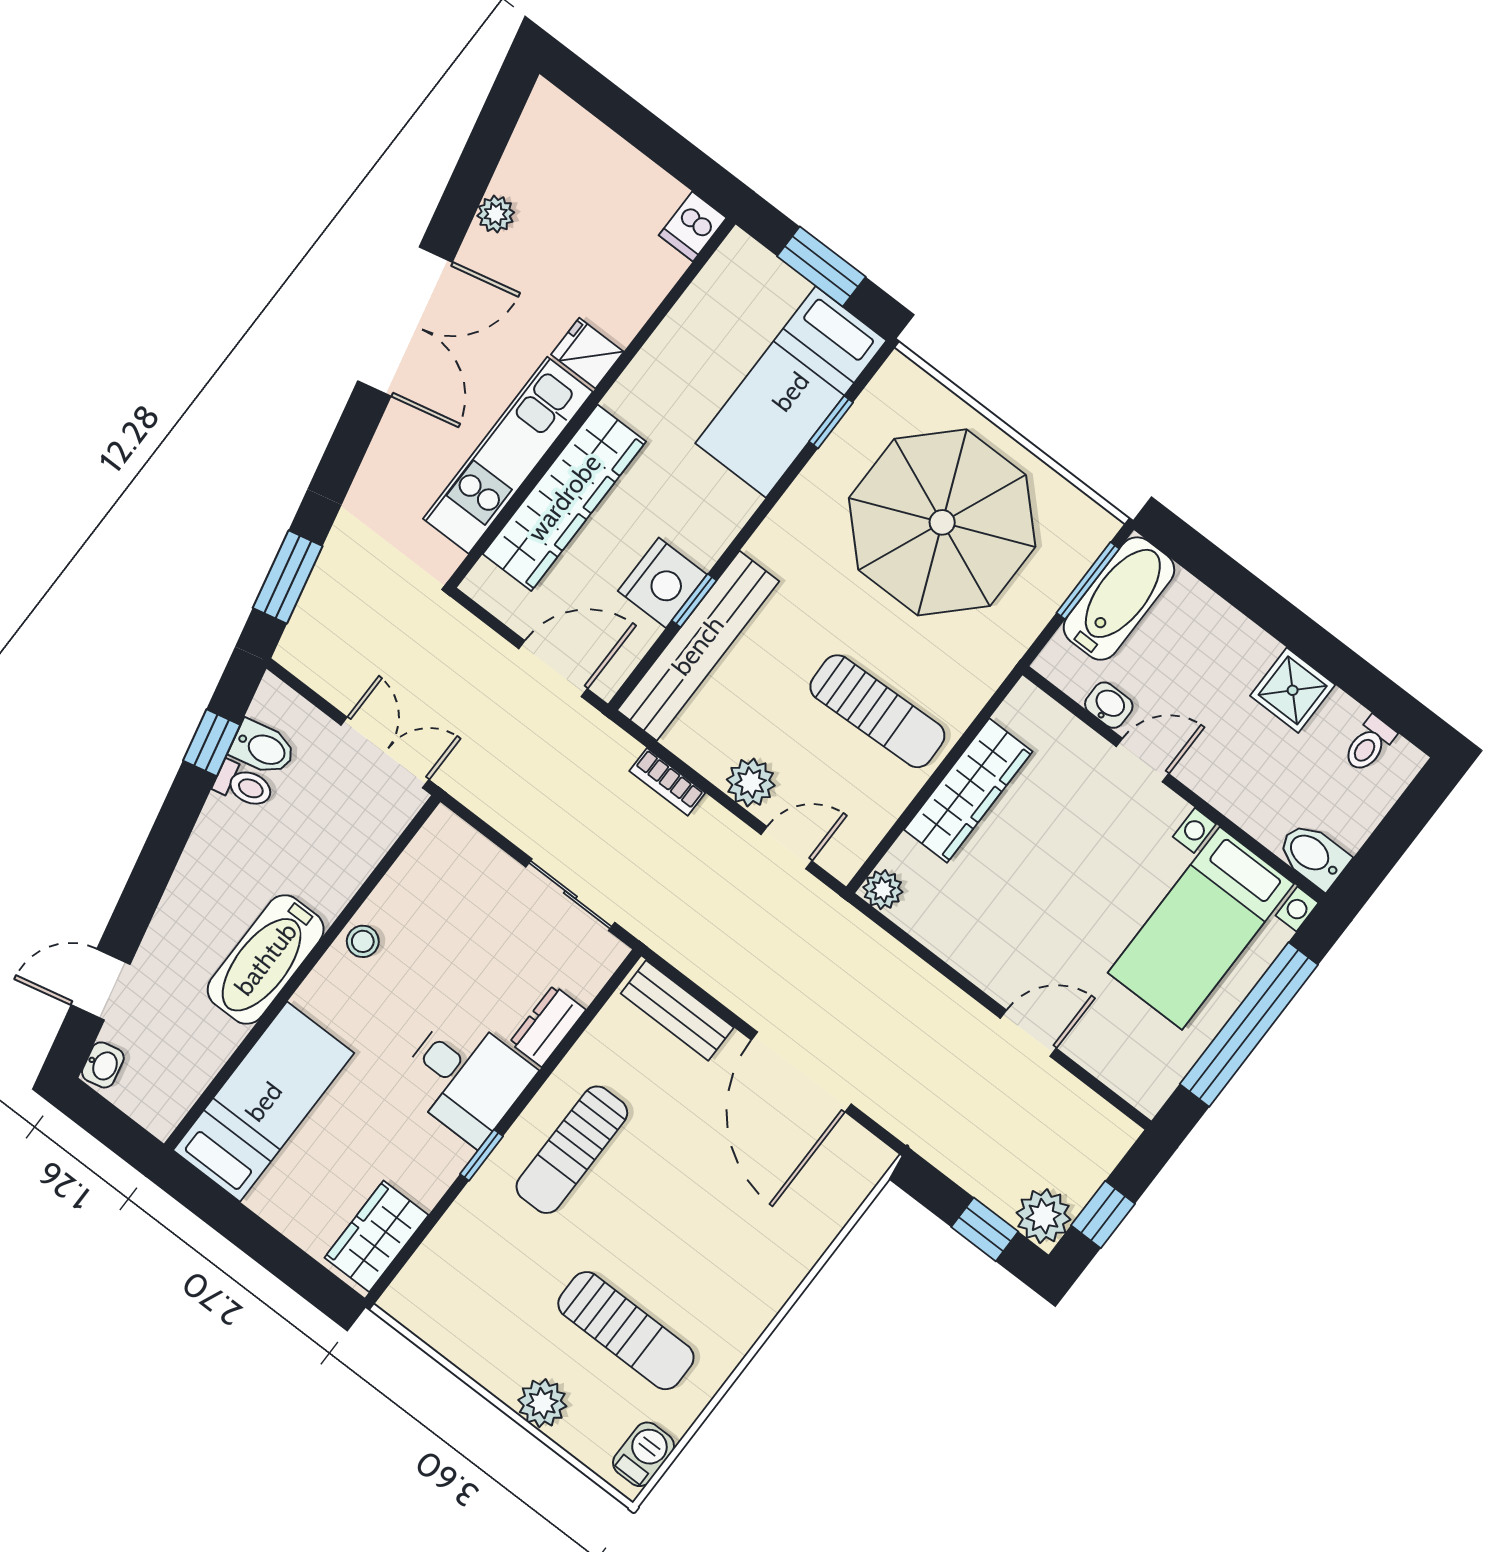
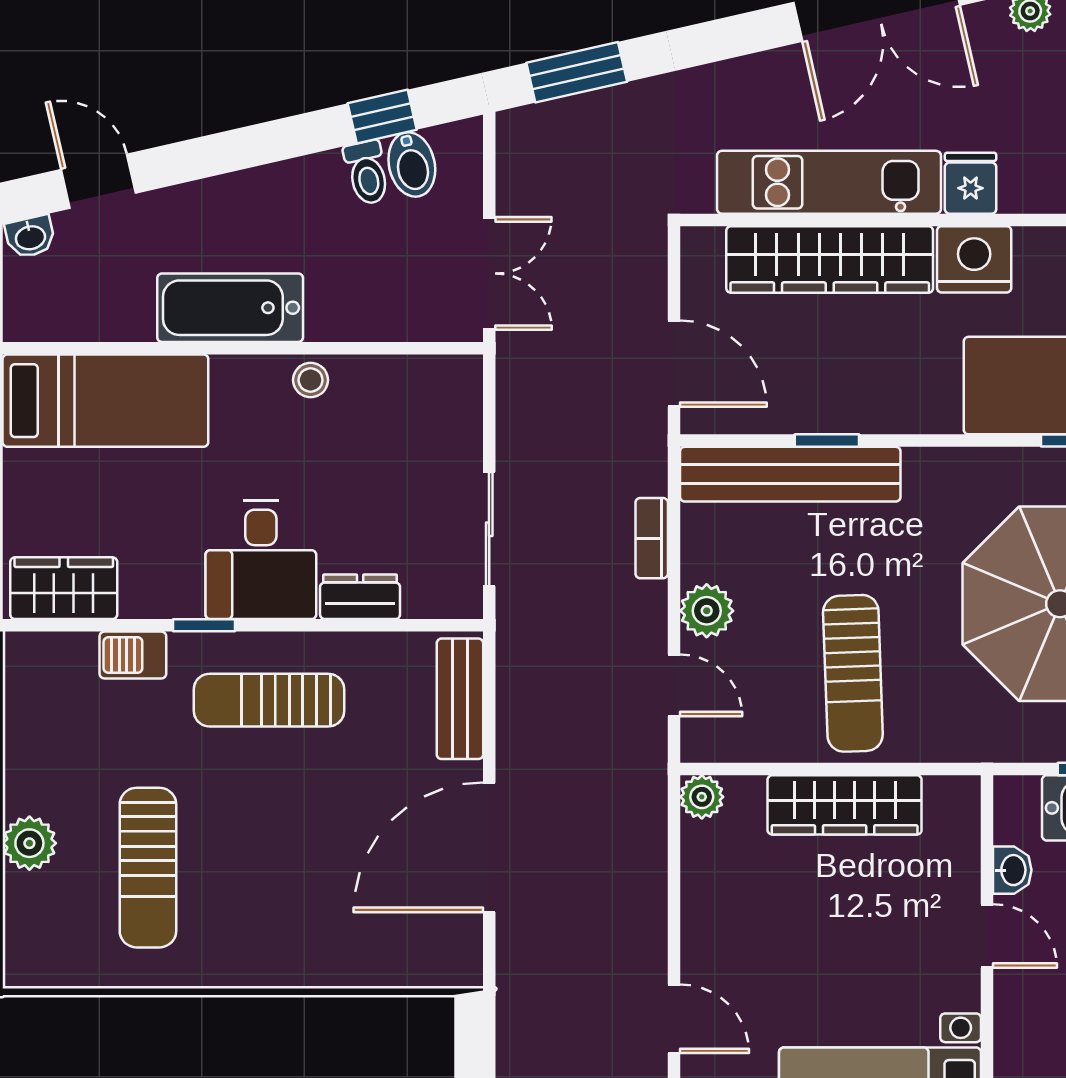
nightstand: (662, 583) -> (974, 259), moved, turned 180
barbecue: (644, 1454) -> (133, 655), moved, turned 180

